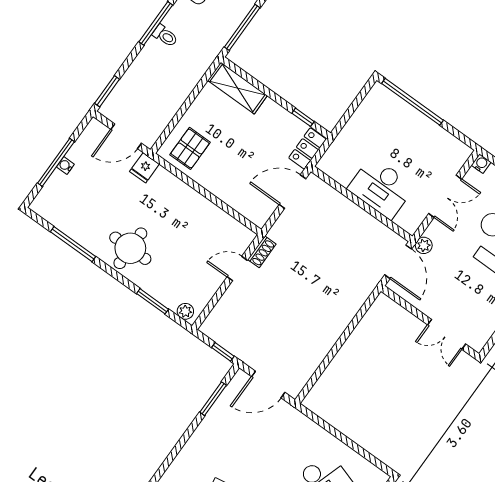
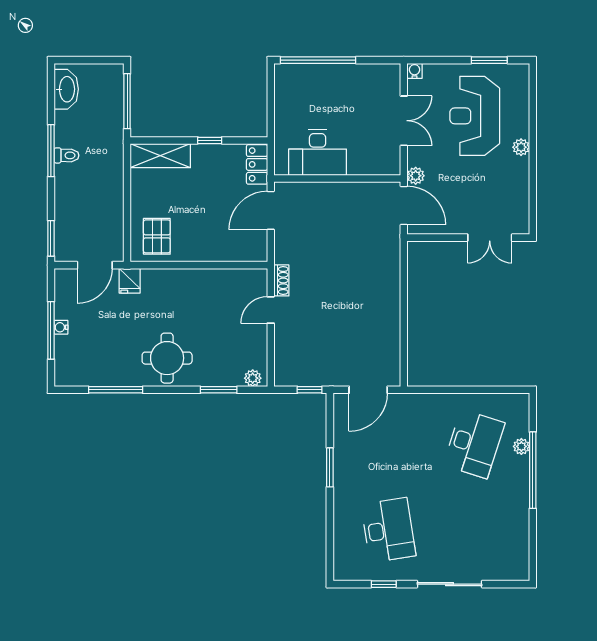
window: (303, 117) -> (210, 140), moved
desk: (381, 188) -> (318, 153), moved
window: (213, 399) -> (330, 467), moved

